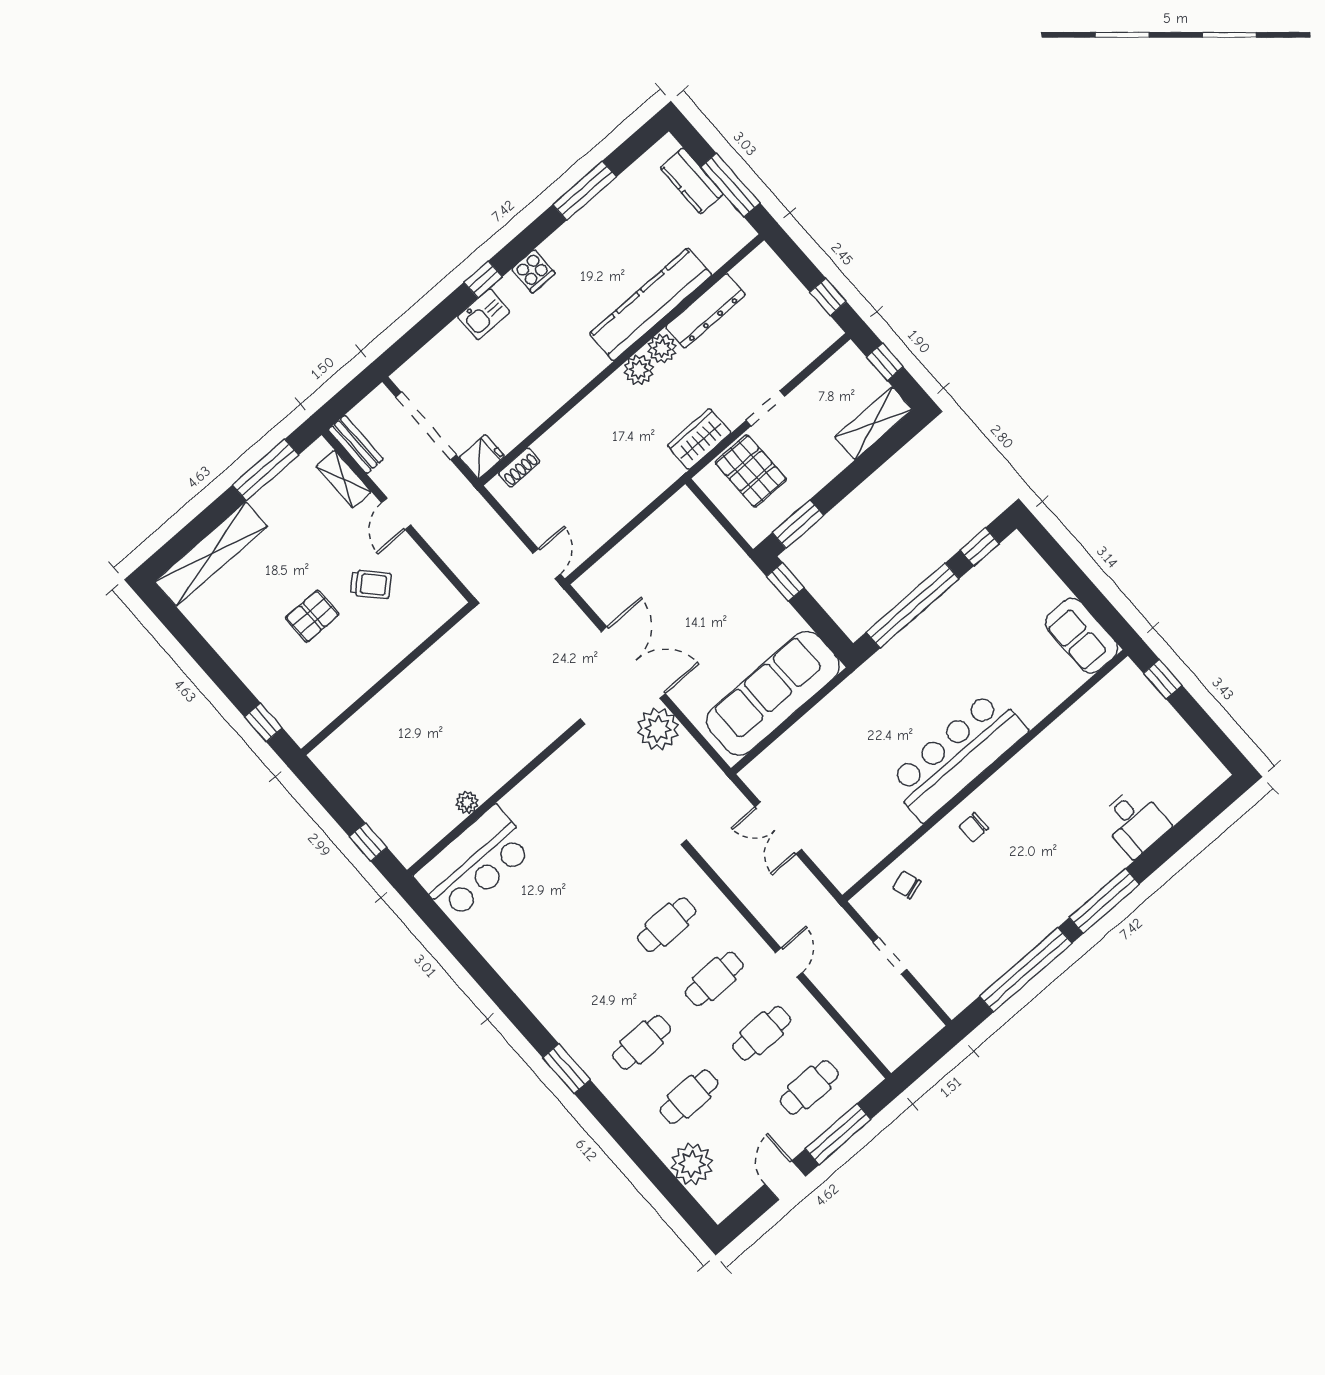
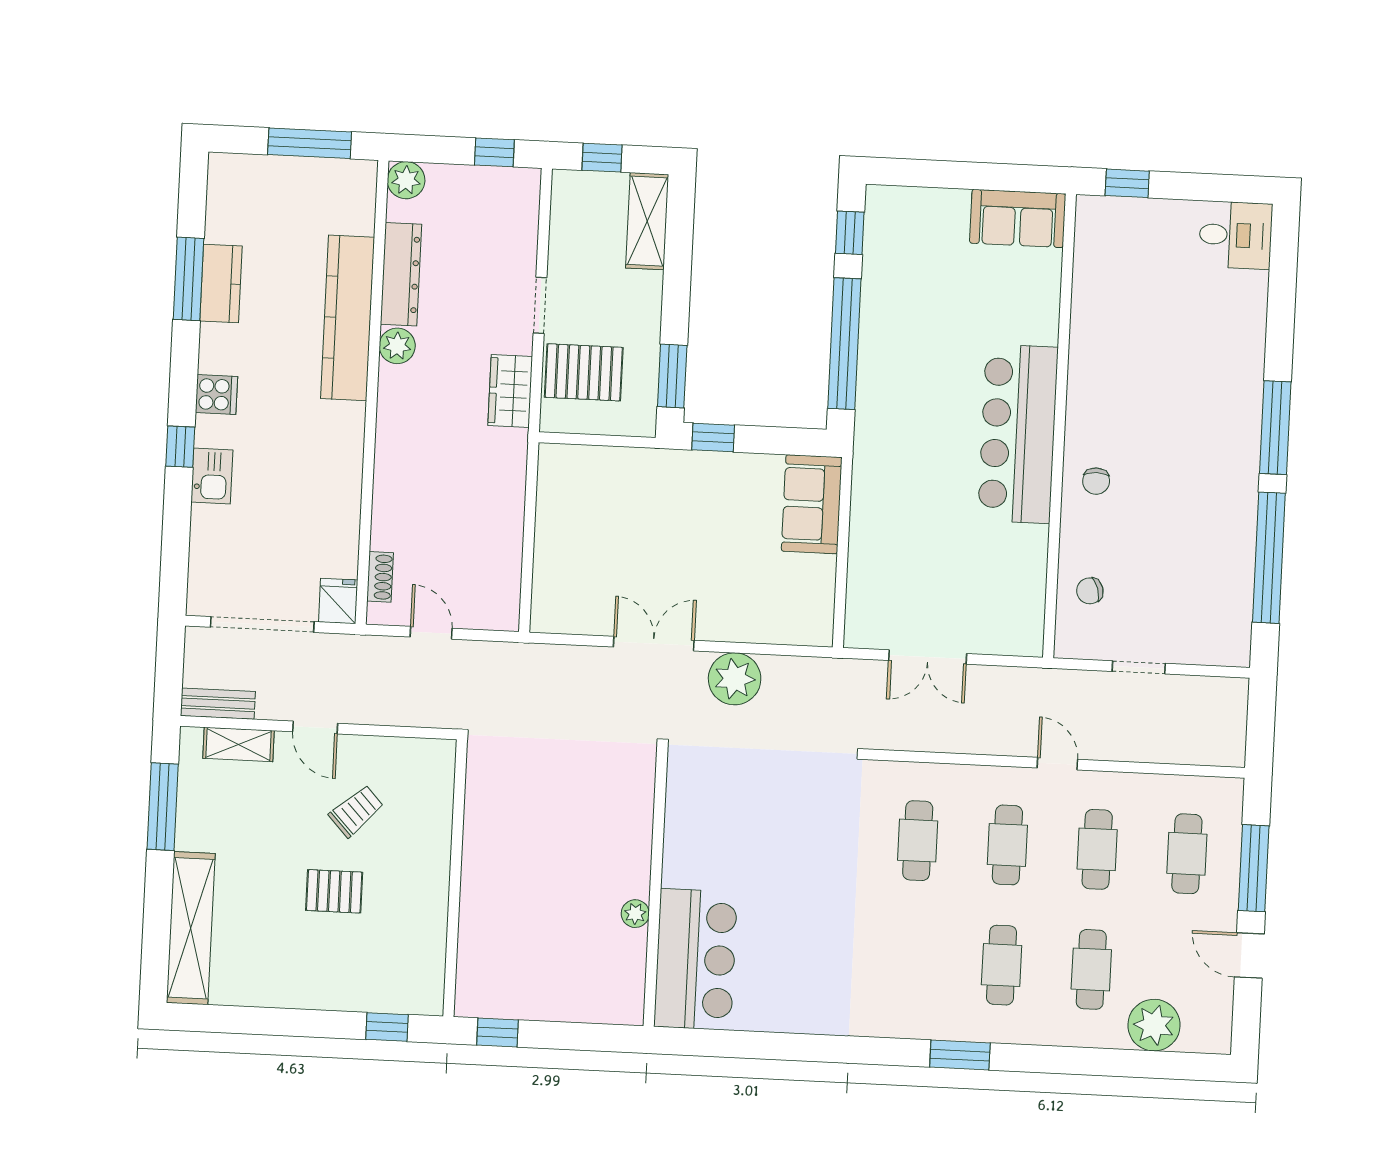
kitchen counter: (692, 181) -> (221, 284), moved, turned -90
plant: (639, 370) -> (406, 180), moved
door: (547, 564) -> (431, 633), moved
pallet: (312, 616) -> (334, 891), turned 90
double door: (633, 663) -> (654, 644), width x0.73
sofa: (773, 693) -> (812, 504), width x0.54, depth x0.79
desk: (1135, 822) -> (1235, 235), moved
window: (368, 842) -> (498, 1032), moved

